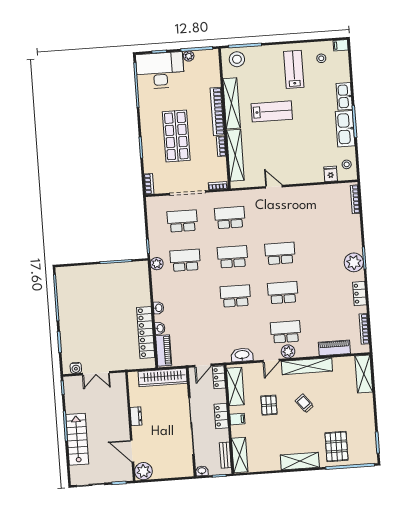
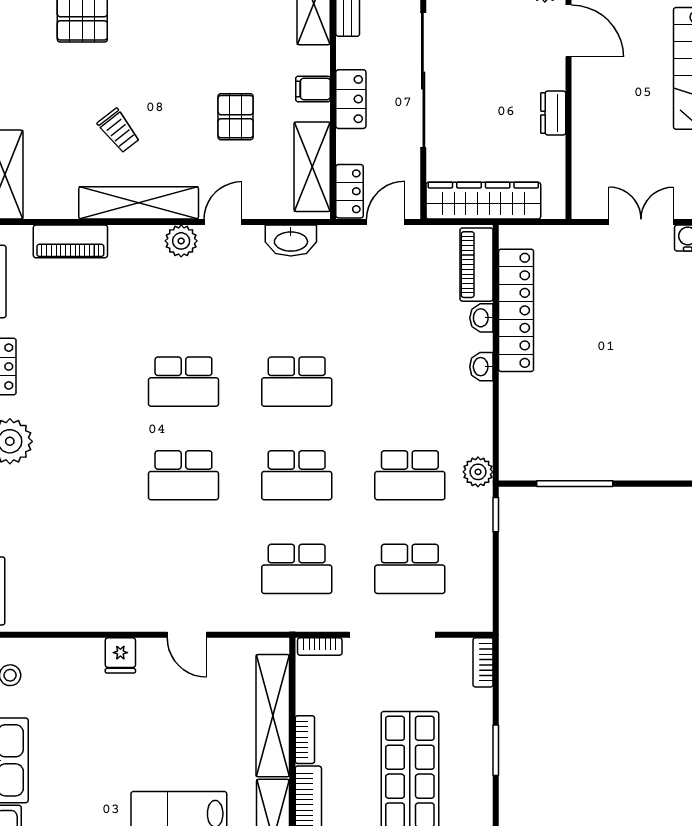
fridge: (331, 174) -> (120, 655), moved
school desk: (286, 332) -> (183, 288), removed
trolley: (304, 403) -> (119, 131), moved

